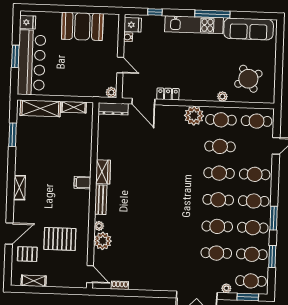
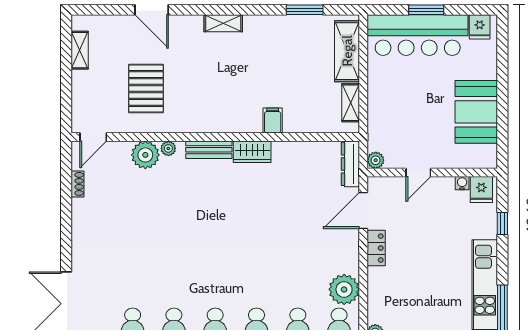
filing cabinet: (82, 183) -> (273, 120), moved
pallet: (27, 254) -> (121, 39), removed

